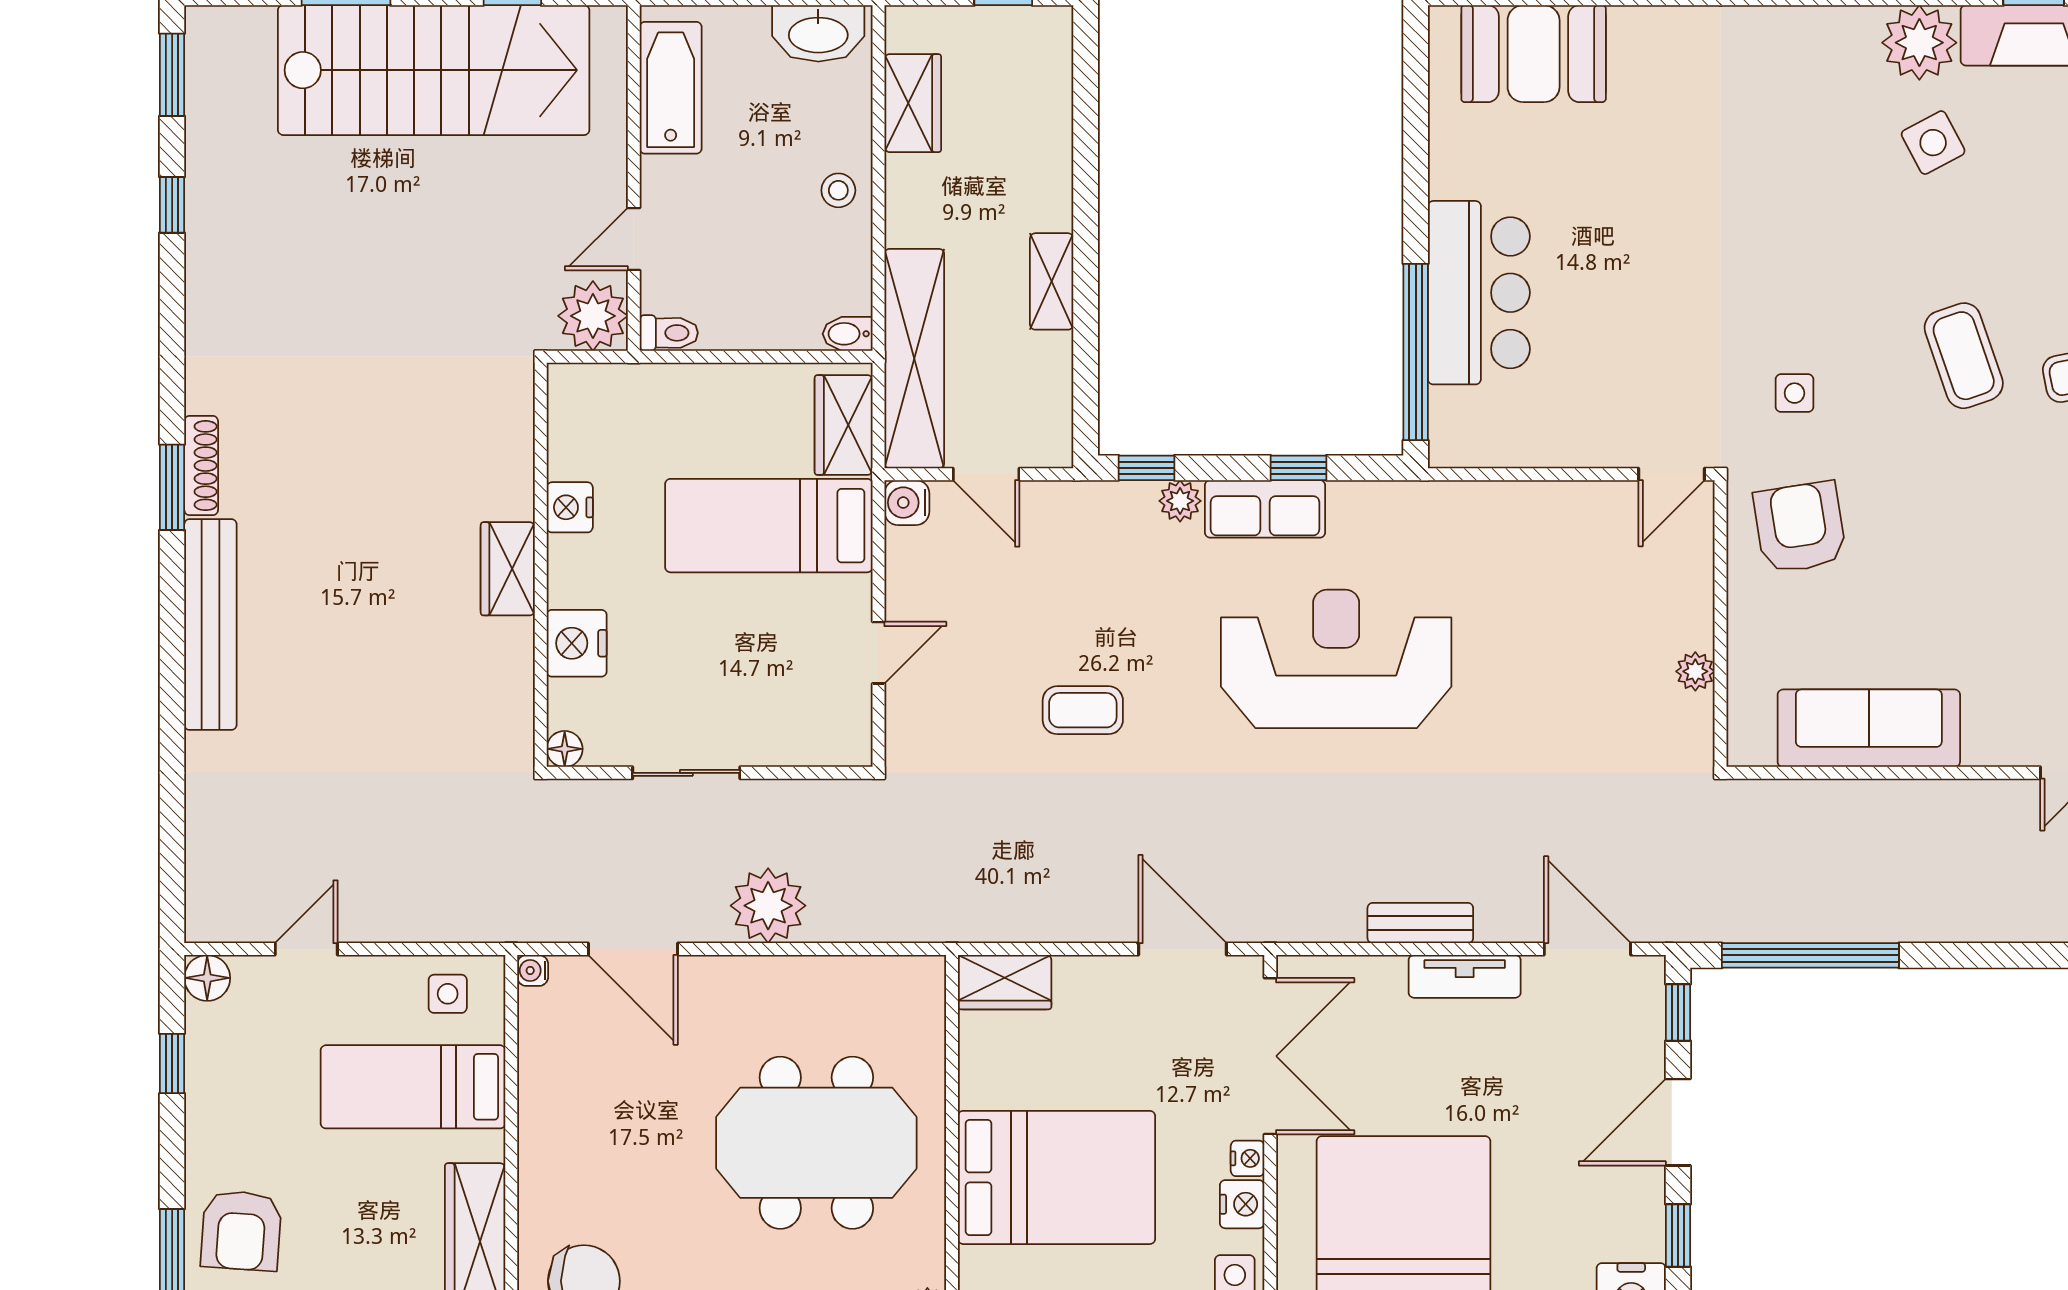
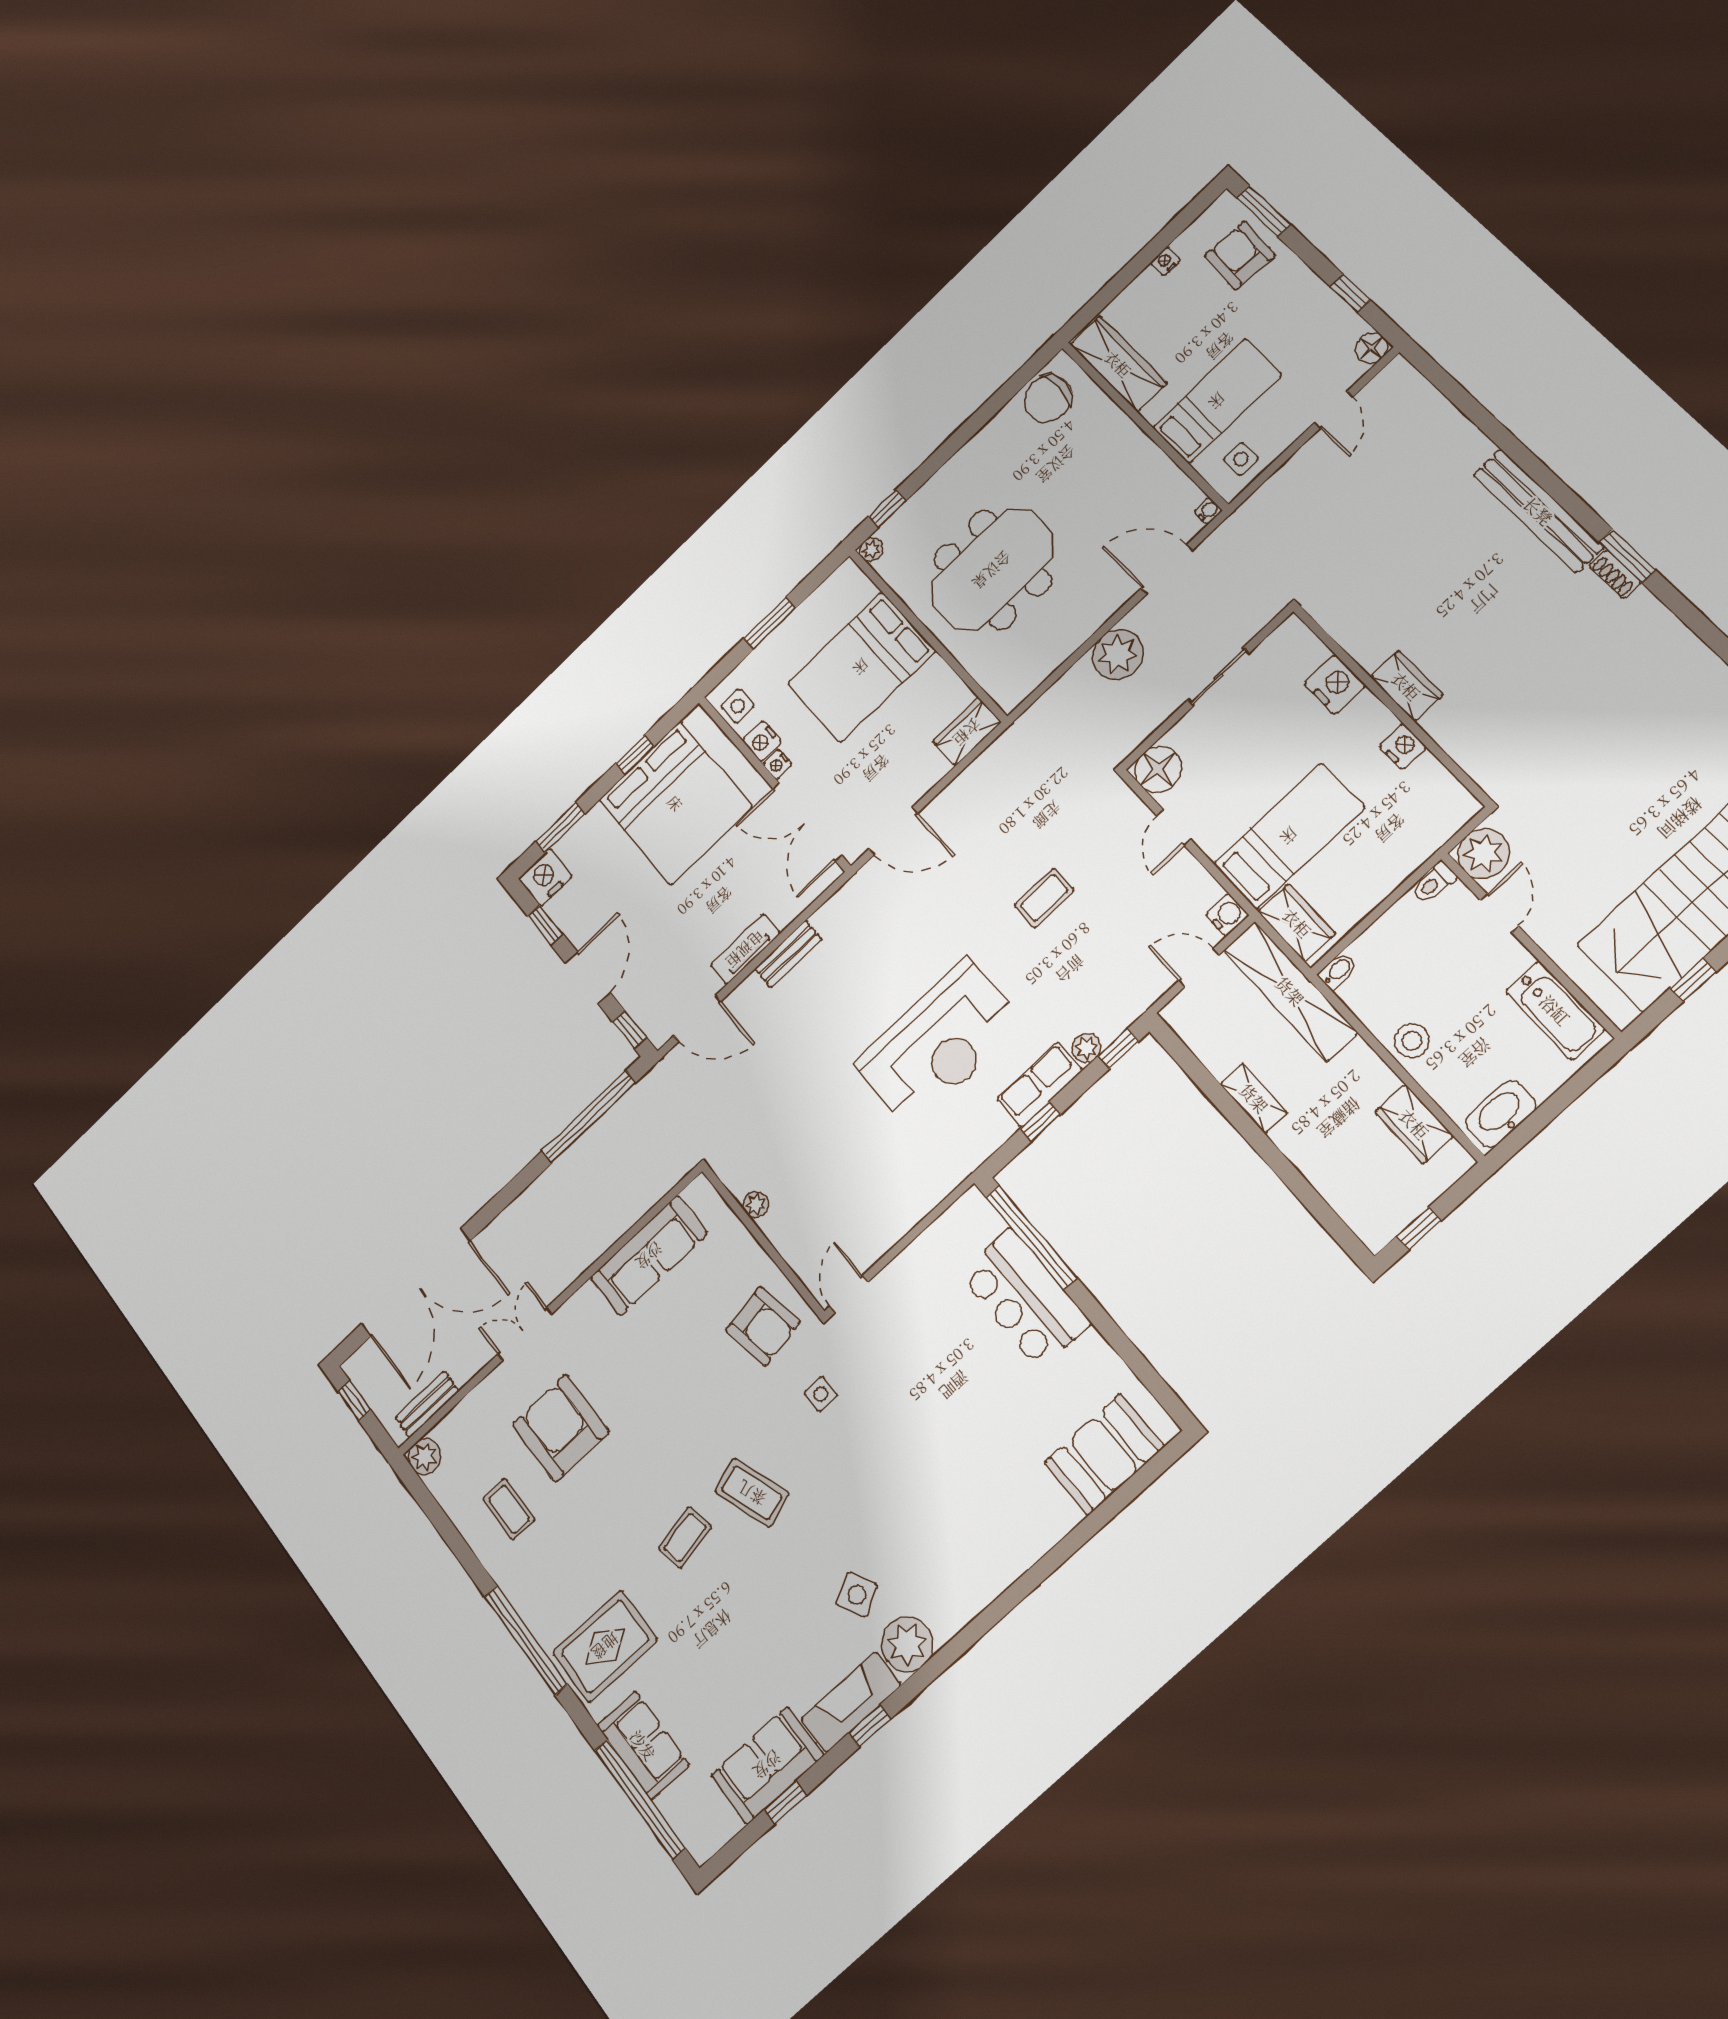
stool: (838, 190) -> (1412, 1041), width x1.37, depth x1.37
shoe rack: (201, 466) -> (1615, 574), width x0.70
floor lamp: (565, 749) -> (1158, 770), moved, width x1.89, depth x1.89

